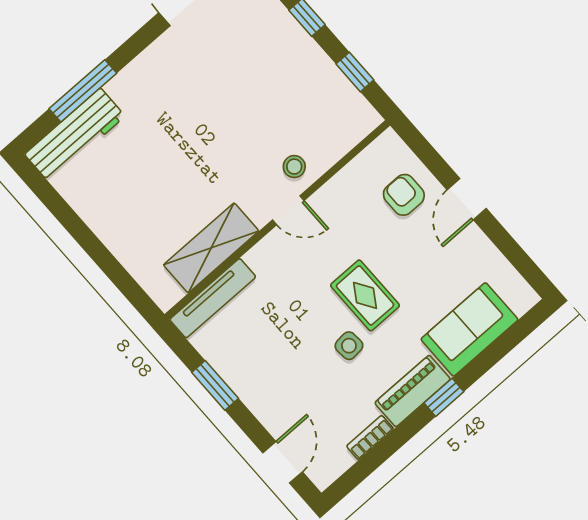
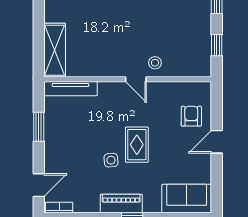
shelving: (211, 248) -> (55, 50), moved, turned 90
sofa: (469, 329) -> (187, 199), moved
bookcase: (370, 438) -> (59, 207), moved

